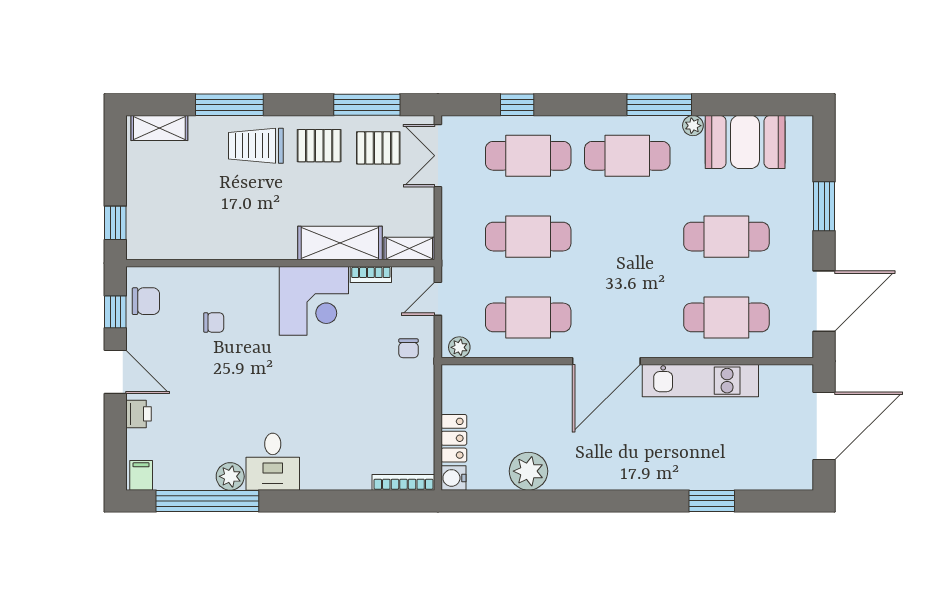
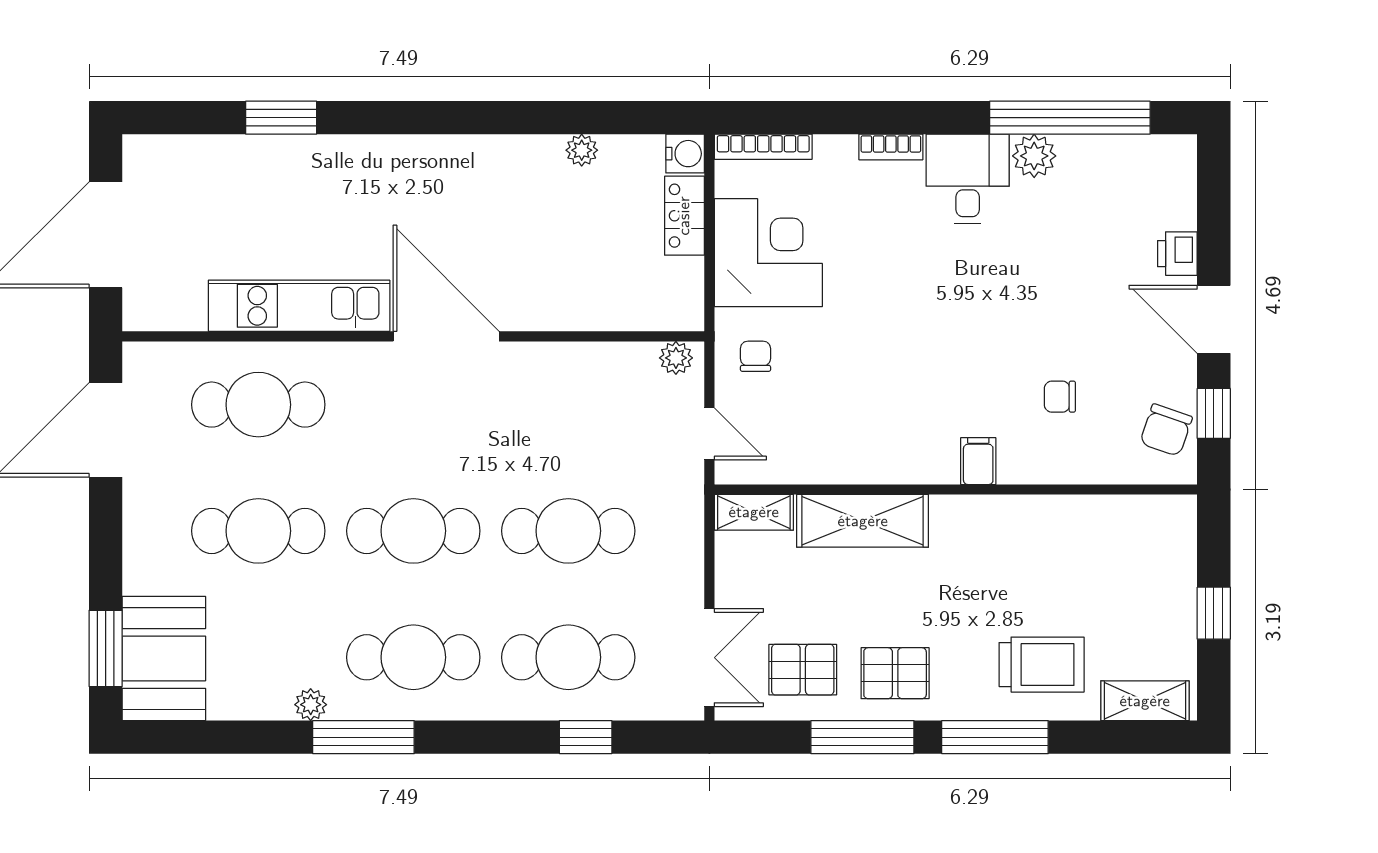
window: (229, 105) -> (995, 737), moved
window: (367, 105) -> (862, 737), moved
booth: (745, 142) -> (164, 658), moved, turned 90
trolley: (256, 146) -> (1042, 665), moved
window: (824, 206) -> (106, 648), moved
window: (115, 223) -> (1214, 613), moved
bookcase: (371, 274) -> (891, 147), moved, turned 180
door: (438, 299) -> (709, 434), hinge flipped
chair: (146, 301) -> (1166, 430), turned -71
corner desk: (314, 301) -> (768, 253), moved, turned 90
cafe table: (528, 317) -> (413, 531), moved
door: (606, 361) -> (446, 336), hinge flipped
plant: (529, 471) -> (582, 150), width x0.53, depth x0.53
filing cabinet: (141, 475) -> (978, 461), moved, turned 180

